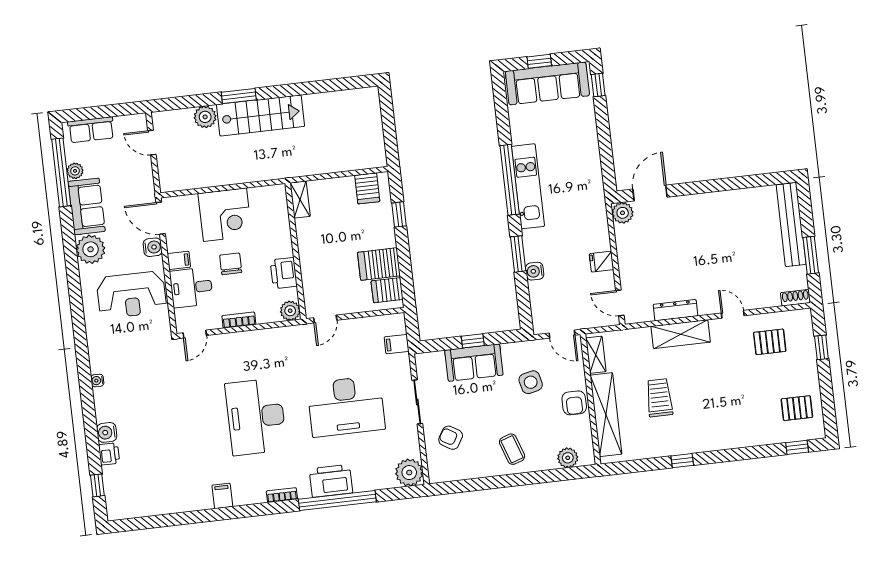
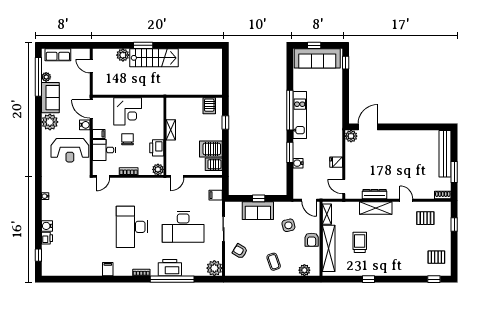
shelving: (300, 200) -> (171, 130), moved

